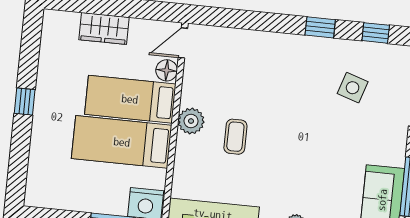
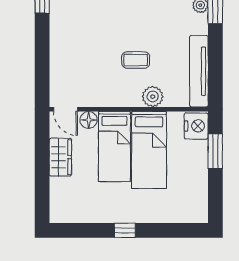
wardrobe: (104, 28) -> (60, 157), moved
plant: (191, 121) -> (153, 97), moved

